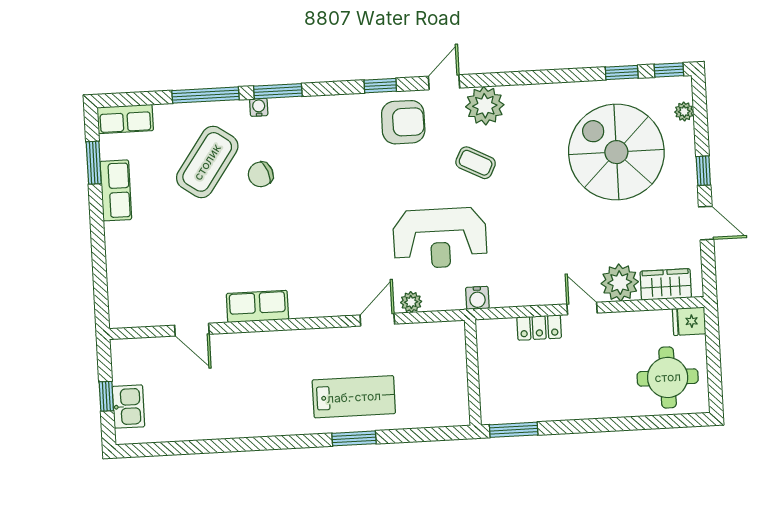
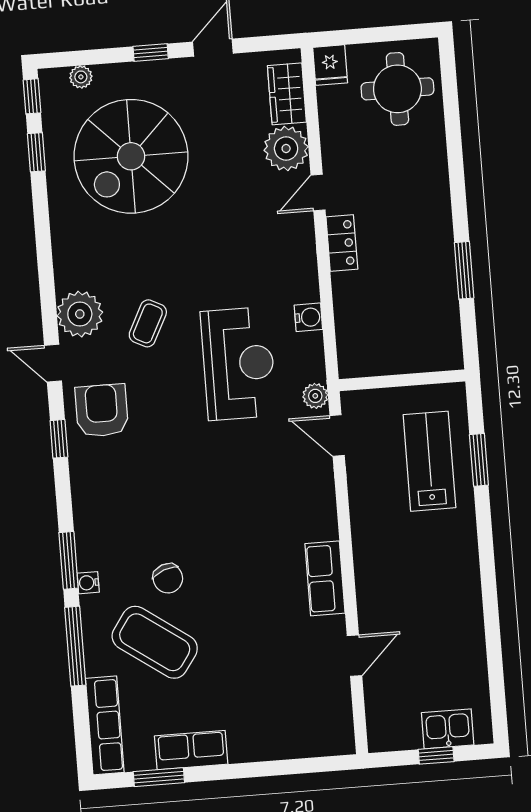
row of seats: (125, 119) -> (105, 725), width x1.48
wall: (473, 373) -> (402, 380), moved

